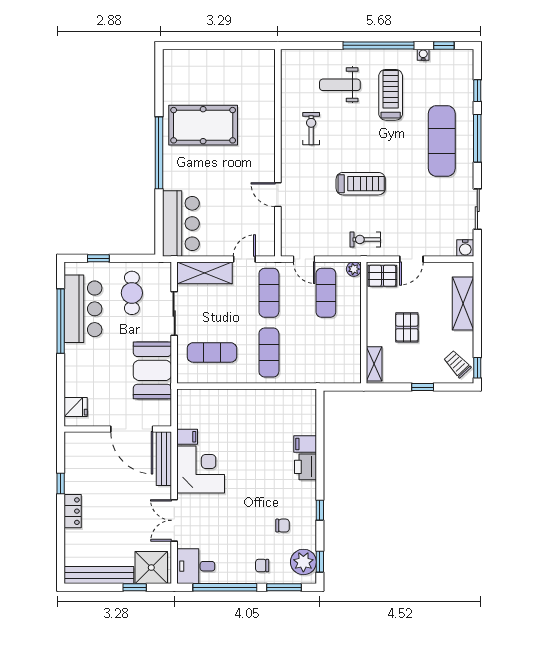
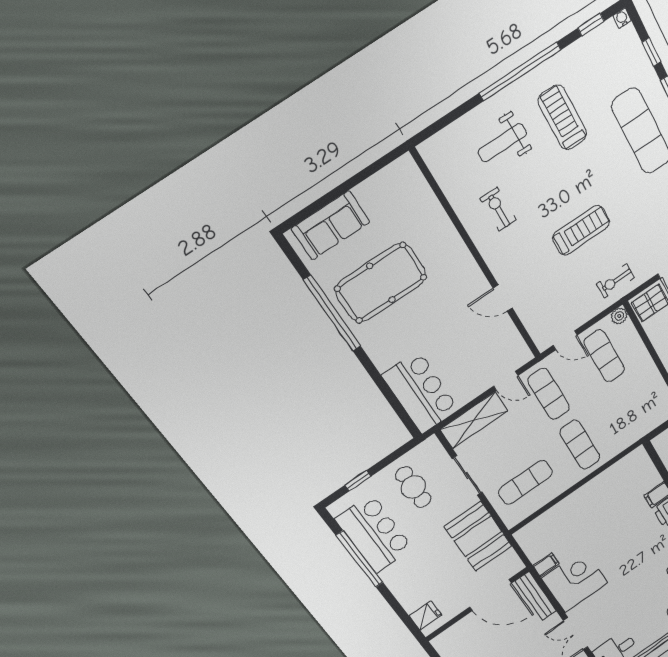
water cooler: (423, 55) -> (622, 18), moved
sofa: (195, 64) -> (331, 225), added
window: (159, 153) -> (332, 313), moved
door: (244, 259) -> (506, 381), swing flipped

